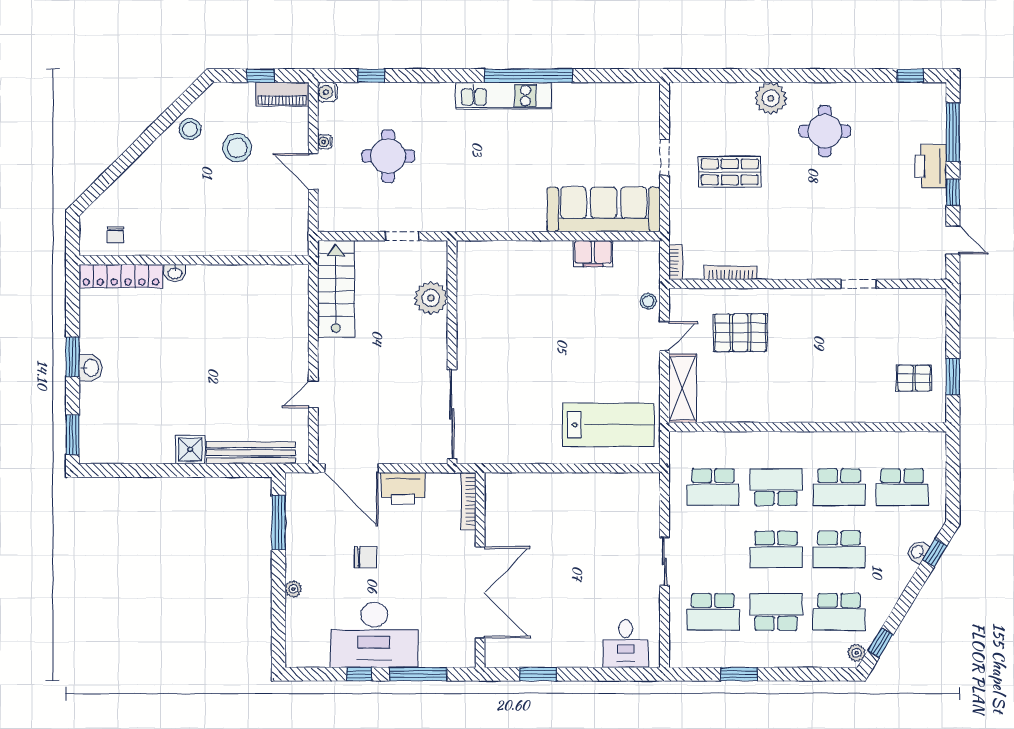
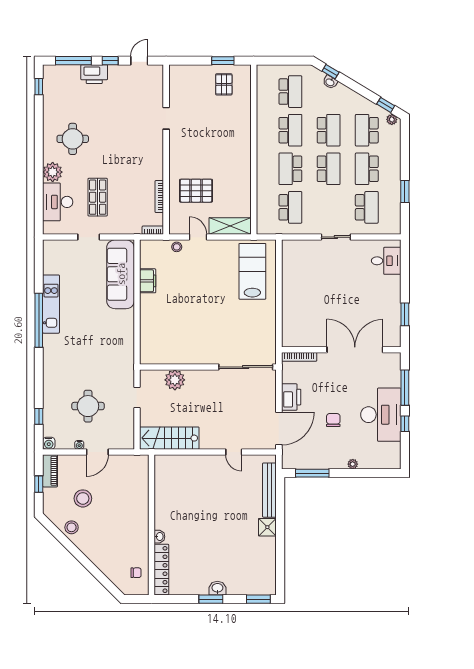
kitchen unit: (504, 96) -> (51, 304), moved
desk: (722, 107) -> (58, 202), added
pallet: (740, 333) -> (196, 191), turned 90
school desk: (839, 612) -> (367, 130), turned 180

